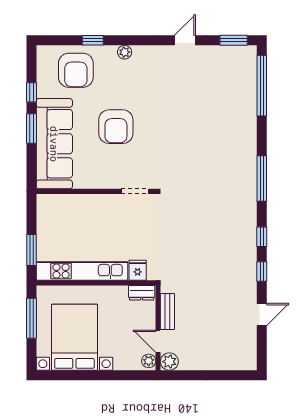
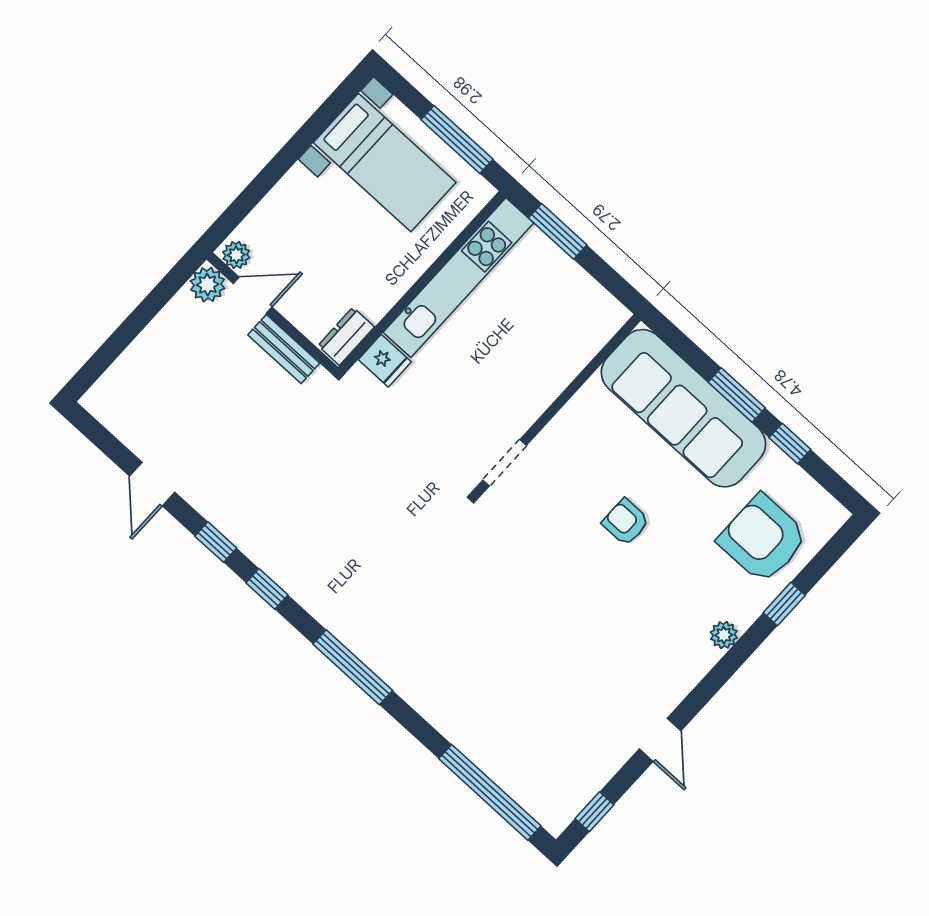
window: (234, 40) -> (594, 812), width x0.67
armchair: (116, 127) -> (626, 522), width x0.53, depth x0.53
bed with nightstands: (74, 337) -> (385, 163), width x0.73

